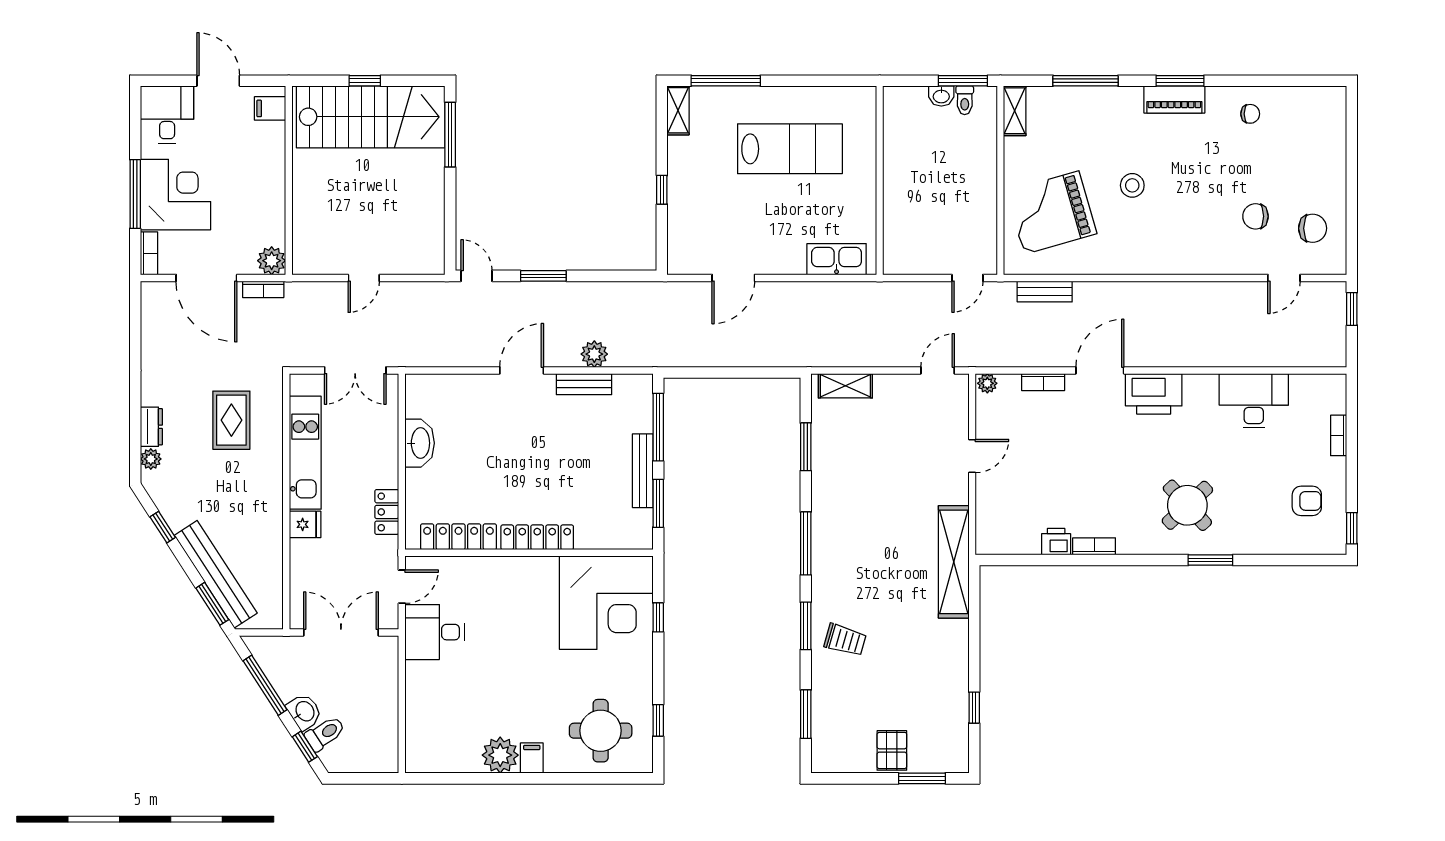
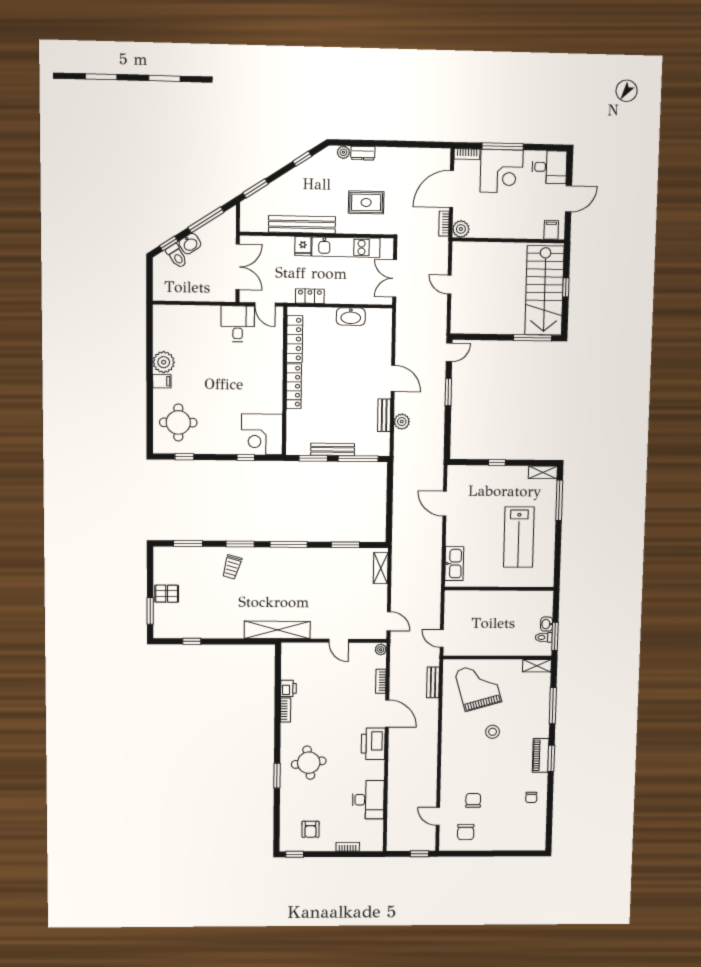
round table: (1187, 505) -> (309, 763), turned 35
bench: (216, 574) -> (302, 224), moved, turned 33
corner desk: (606, 603) -> (262, 434), width x0.74, depth x0.74

